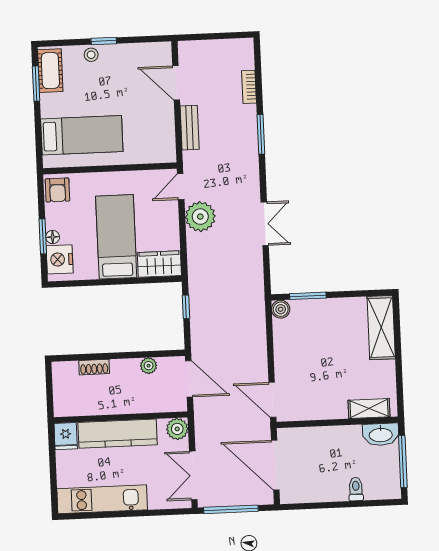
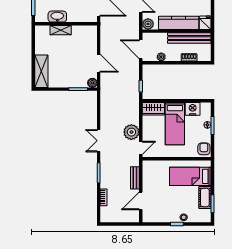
cot: (50, 71) -> (205, 198), moved
door: (176, 83) -> (141, 201), swing flipped
double door: (265, 224) -> (99, 141), moved
nightstand: (60, 259) -> (193, 109), moved, turned -90
door: (272, 400) -> (99, 63), moved
bench: (95, 405) -> (189, 38), added
shelving: (369, 409) -> (61, 30), moved
washbasin: (381, 434) -> (57, 17), moved

